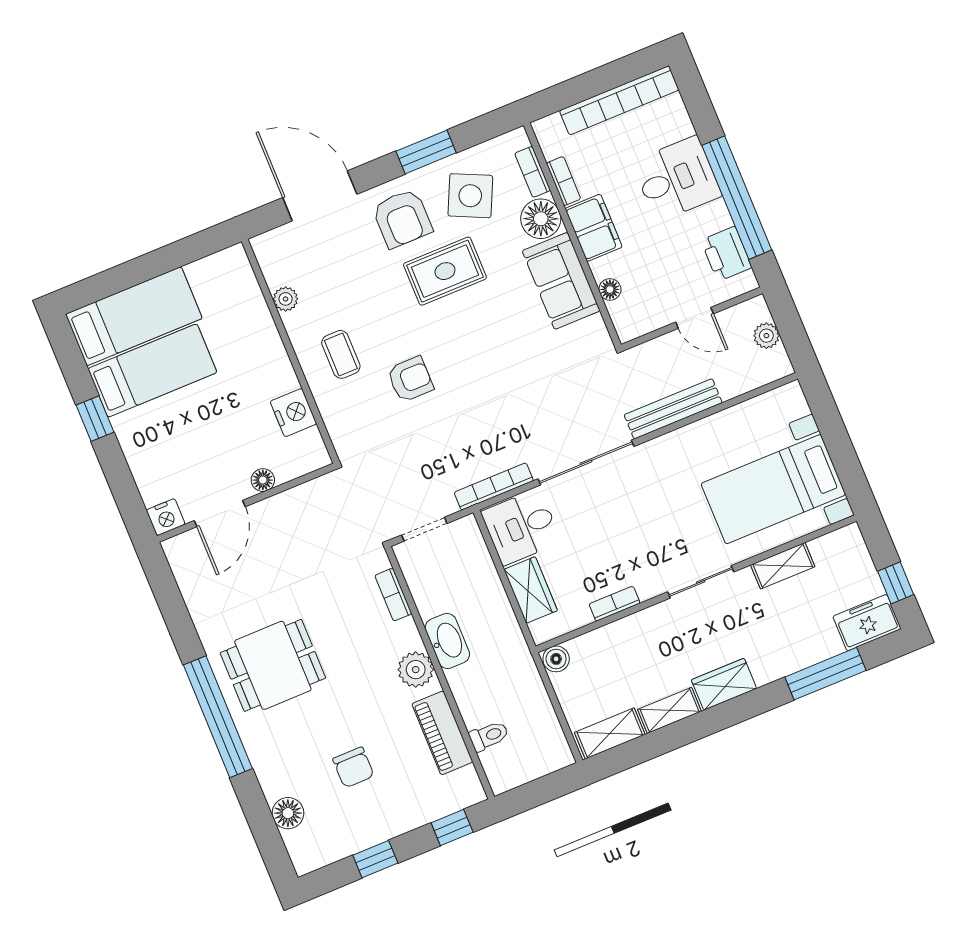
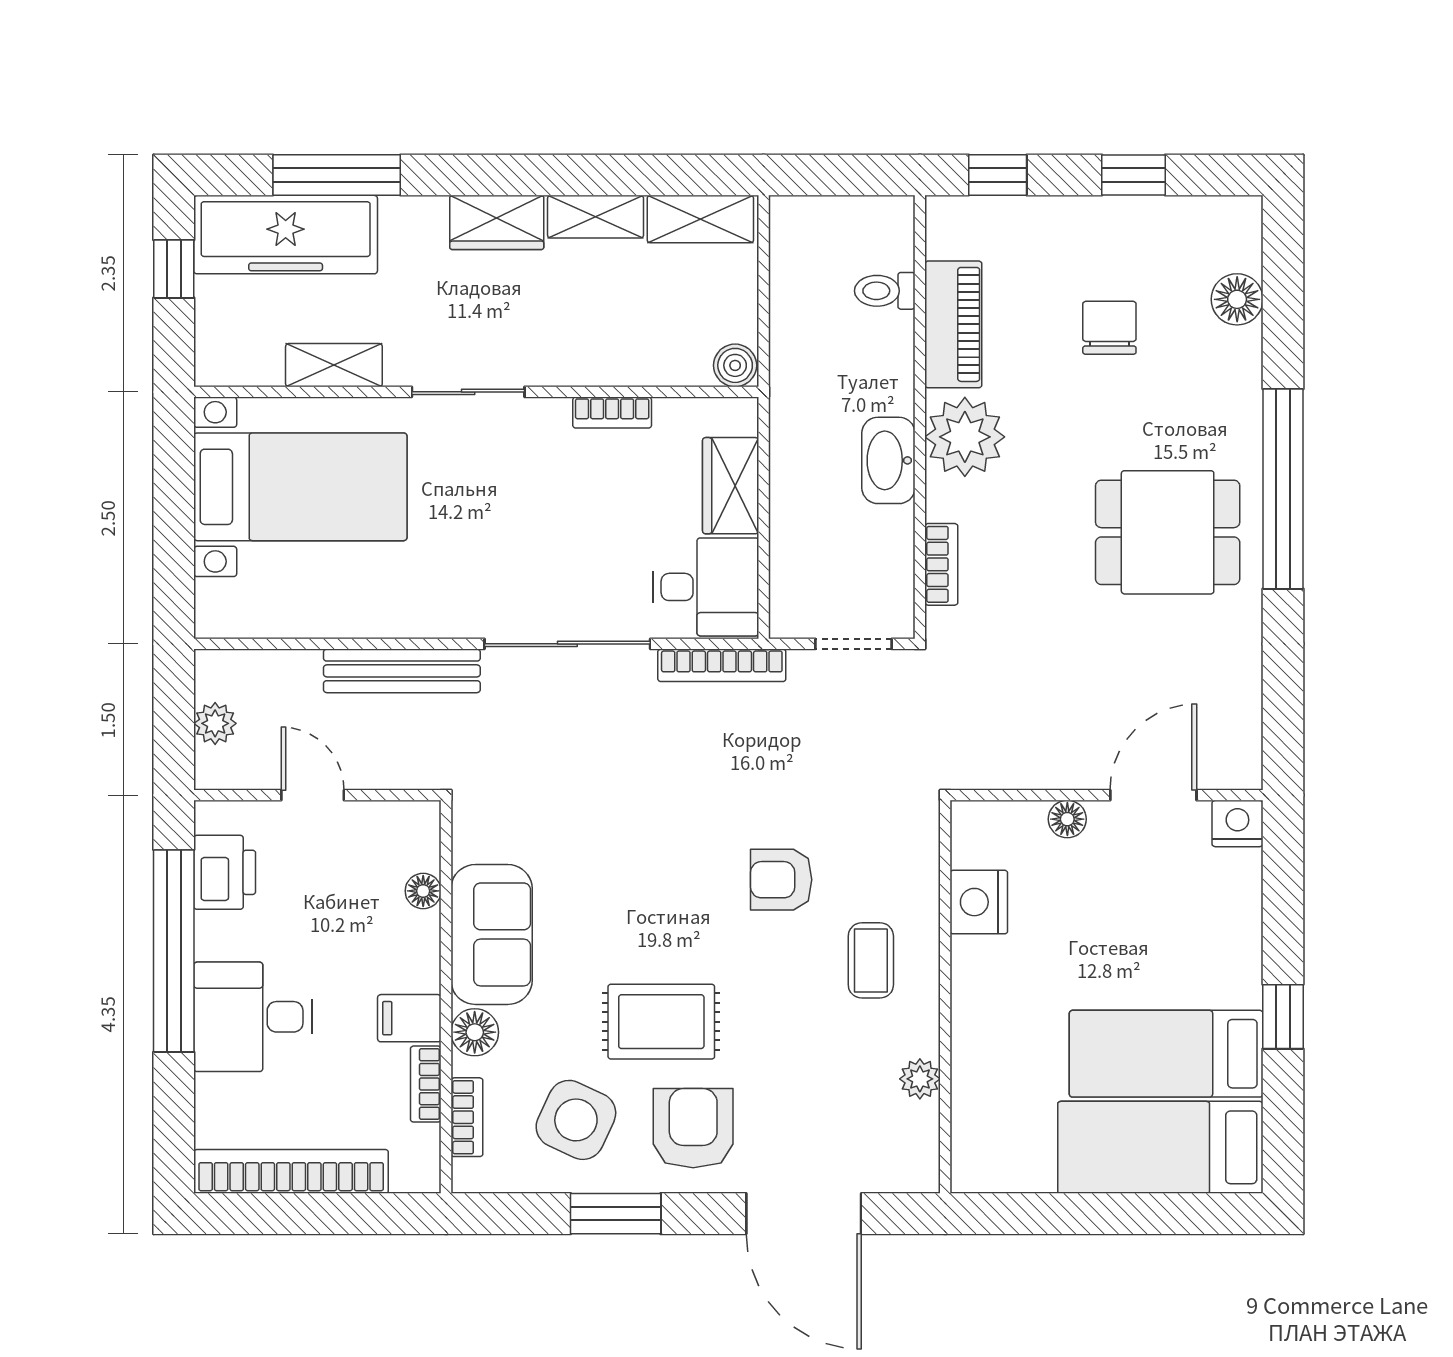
floor lamp: (541, 219) -> (475, 1032), width x0.73, depth x0.73
filing cabinet: (594, 228) -> (409, 1018), width x0.50
freezer: (867, 623) -> (286, 235), width x1.91, depth x1.26
plant: (416, 670) -> (965, 437), width x1.36, depth x1.36

